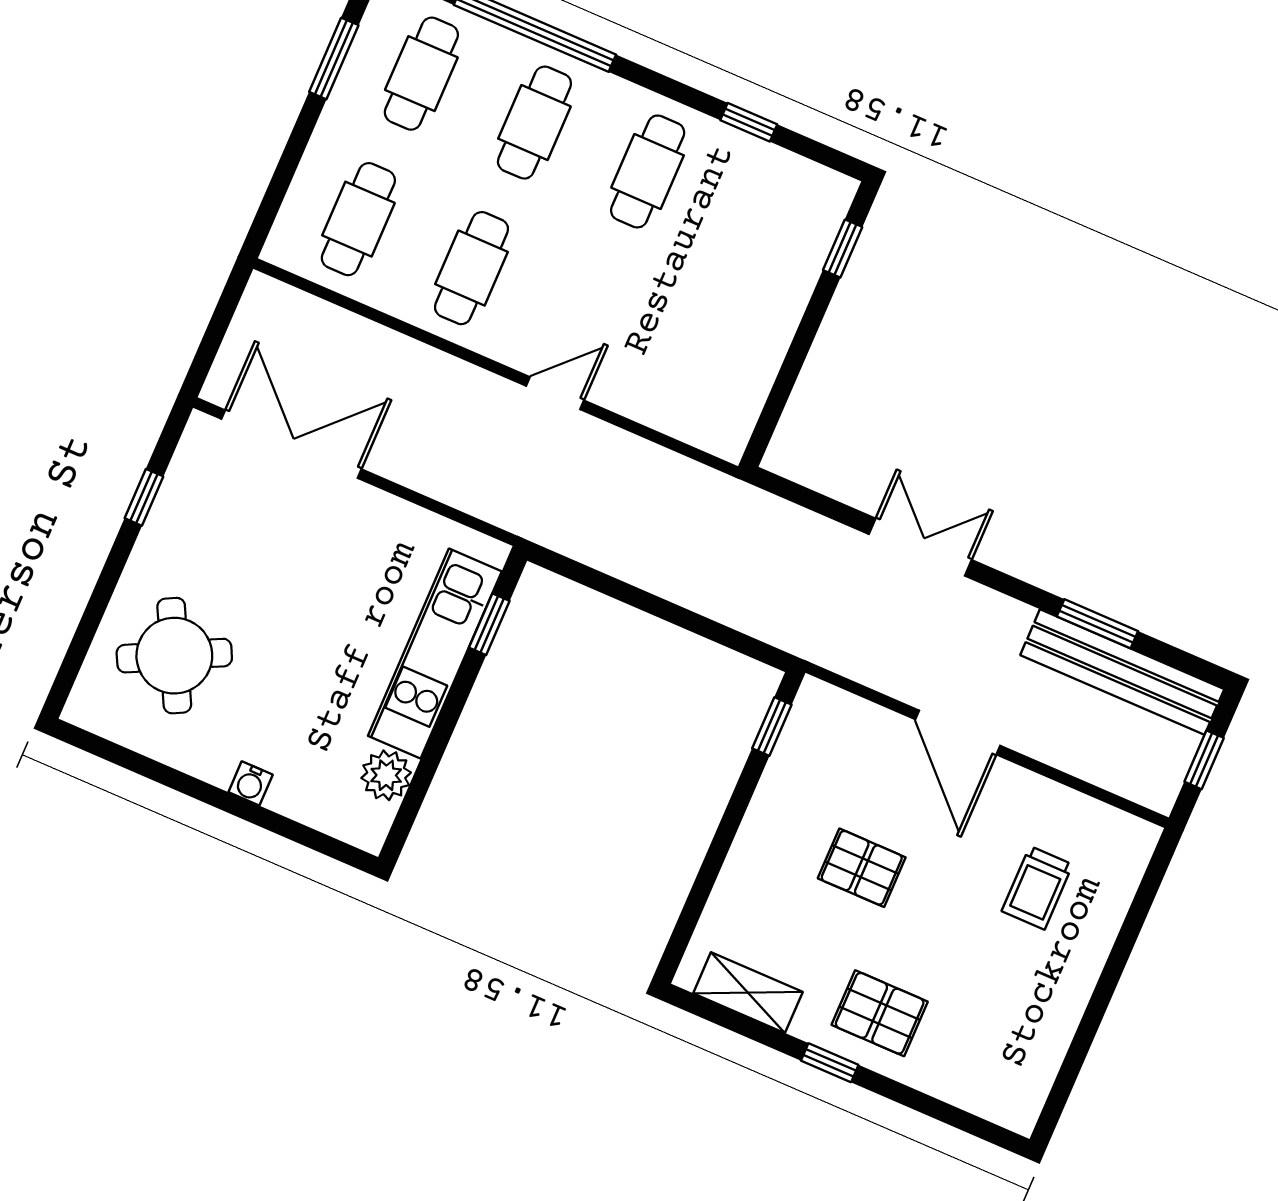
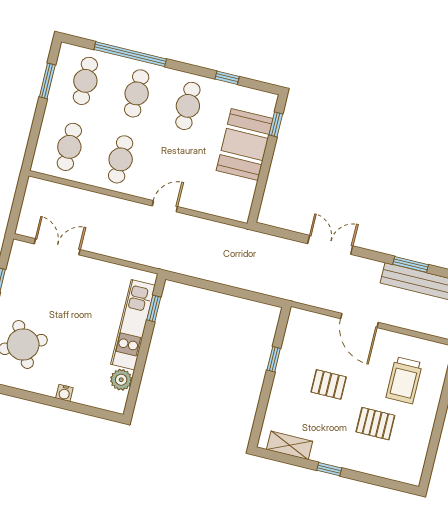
booth: (763, 283) -> (245, 144), added
double door: (291, 444) -> (57, 247), width x0.73
window: (772, 727) -> (274, 359), moved
trolley: (1037, 888) -> (404, 380), width x1.36, depth x1.39
pallet: (880, 1013) -> (375, 424), moved

